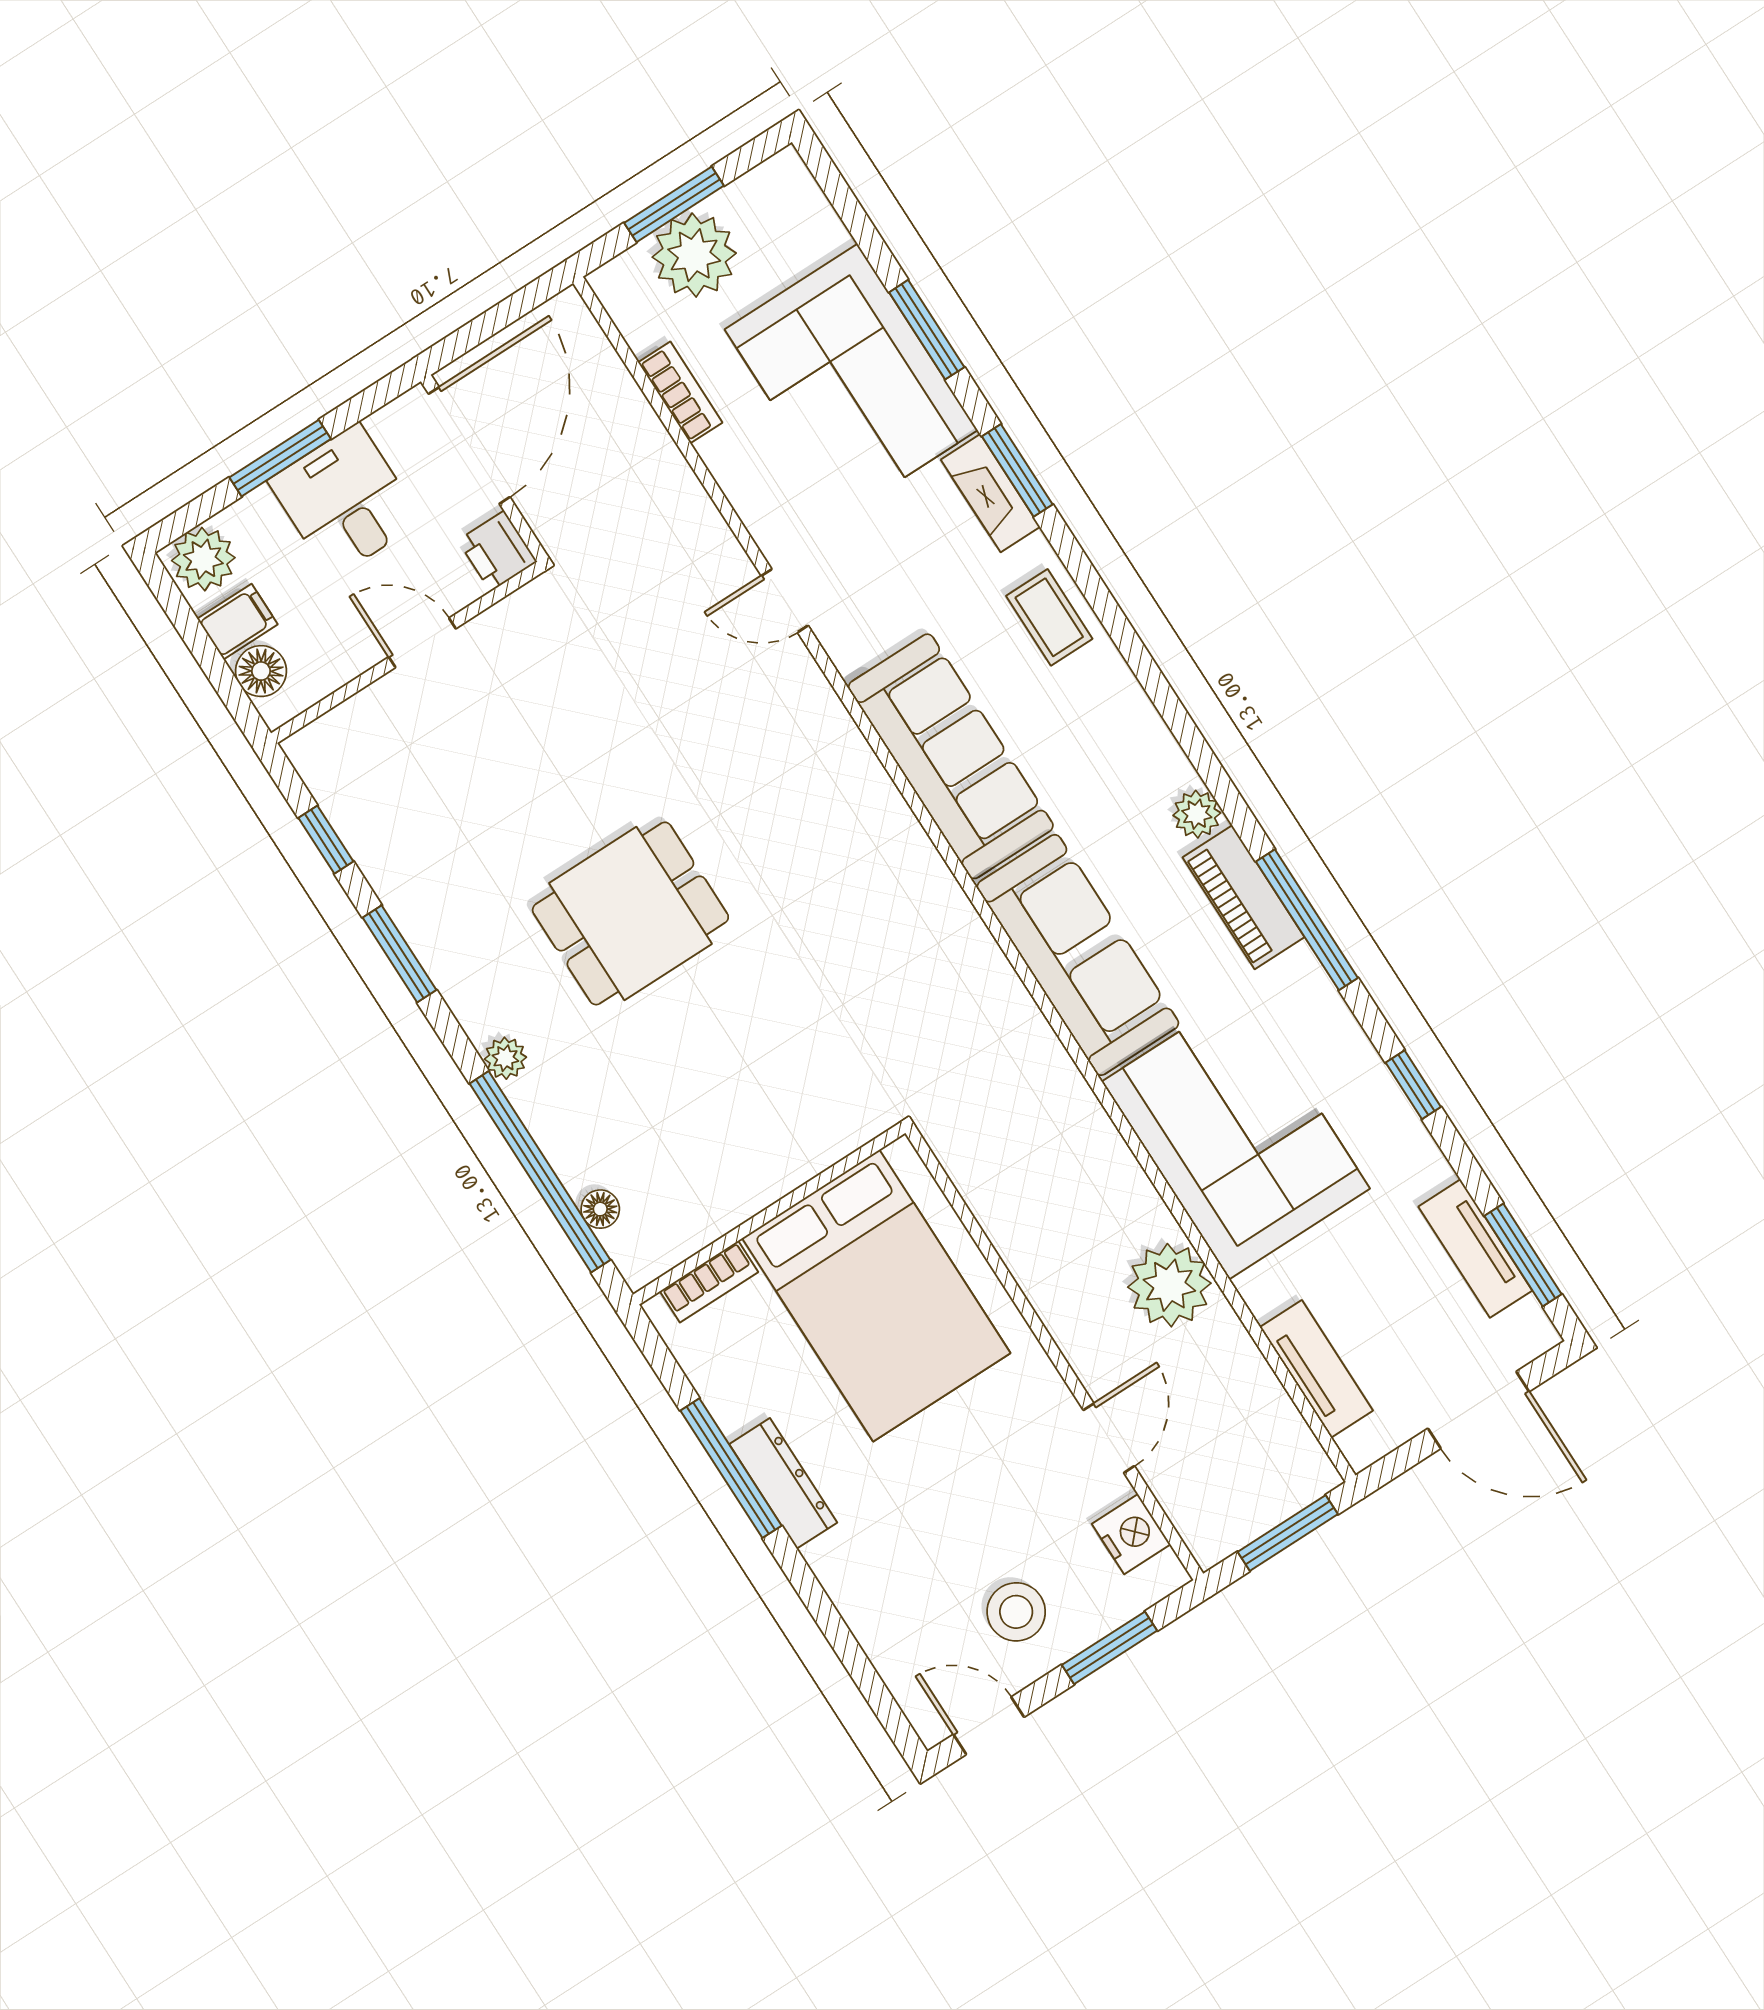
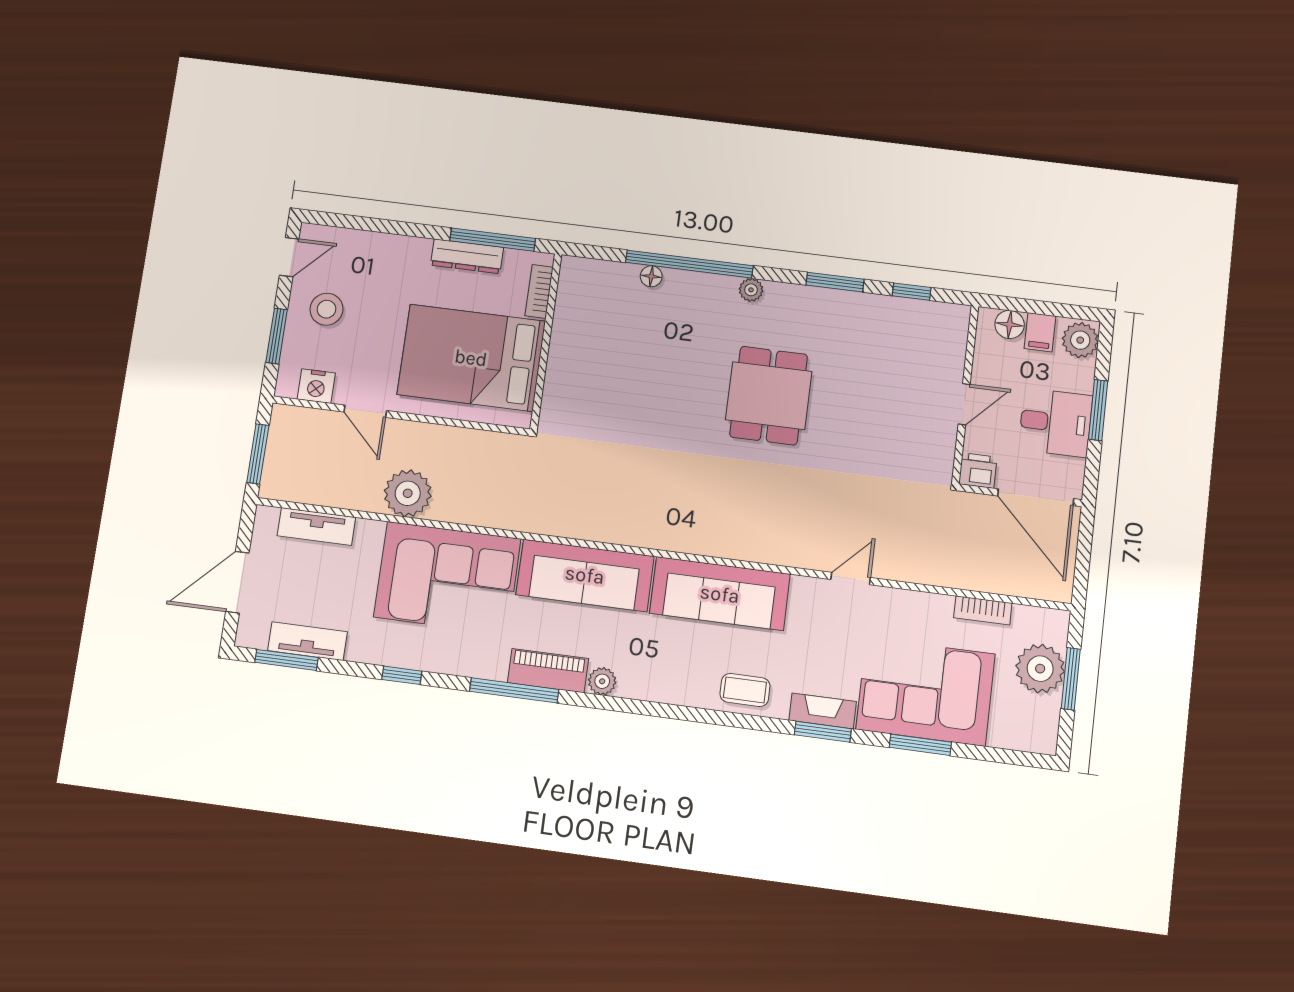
wall: (769, 1214) -> (546, 341), moved
bookcase: (709, 1282) -> (539, 291), moved
bed: (876, 1296) -> (471, 358), moved

